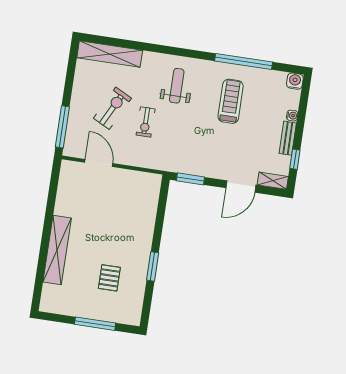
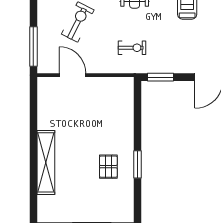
exercise bike: (146, 122) -> (132, 48), moved, turned -90
pallet: (109, 278) -> (108, 167), moved

